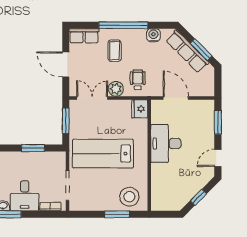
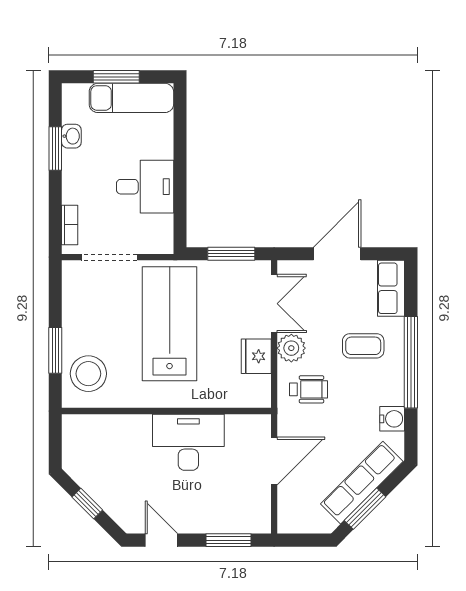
fridge: (140, 109) -> (256, 356), moved, turned -90
window: (33, 148) -> (180, 192), removed
desk: (25, 196) -> (145, 187), moved, turned 180

